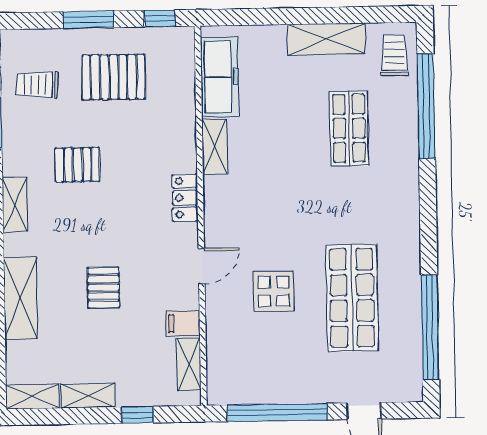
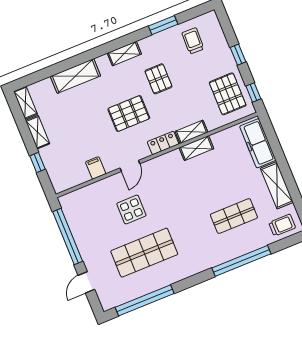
window: (89, 20) -> (238, 55), width x0.67
pallet: (114, 77) -> (228, 94), moved
freezer: (219, 77) -> (258, 143), moved, turned 90
window: (426, 106) -> (241, 261), moved
door: (202, 266) -> (130, 166), hinge flipped
pallet: (103, 288) -> (129, 114), moved, width x1.50, depth x1.42
shelving: (189, 364) -> (191, 132), moved

